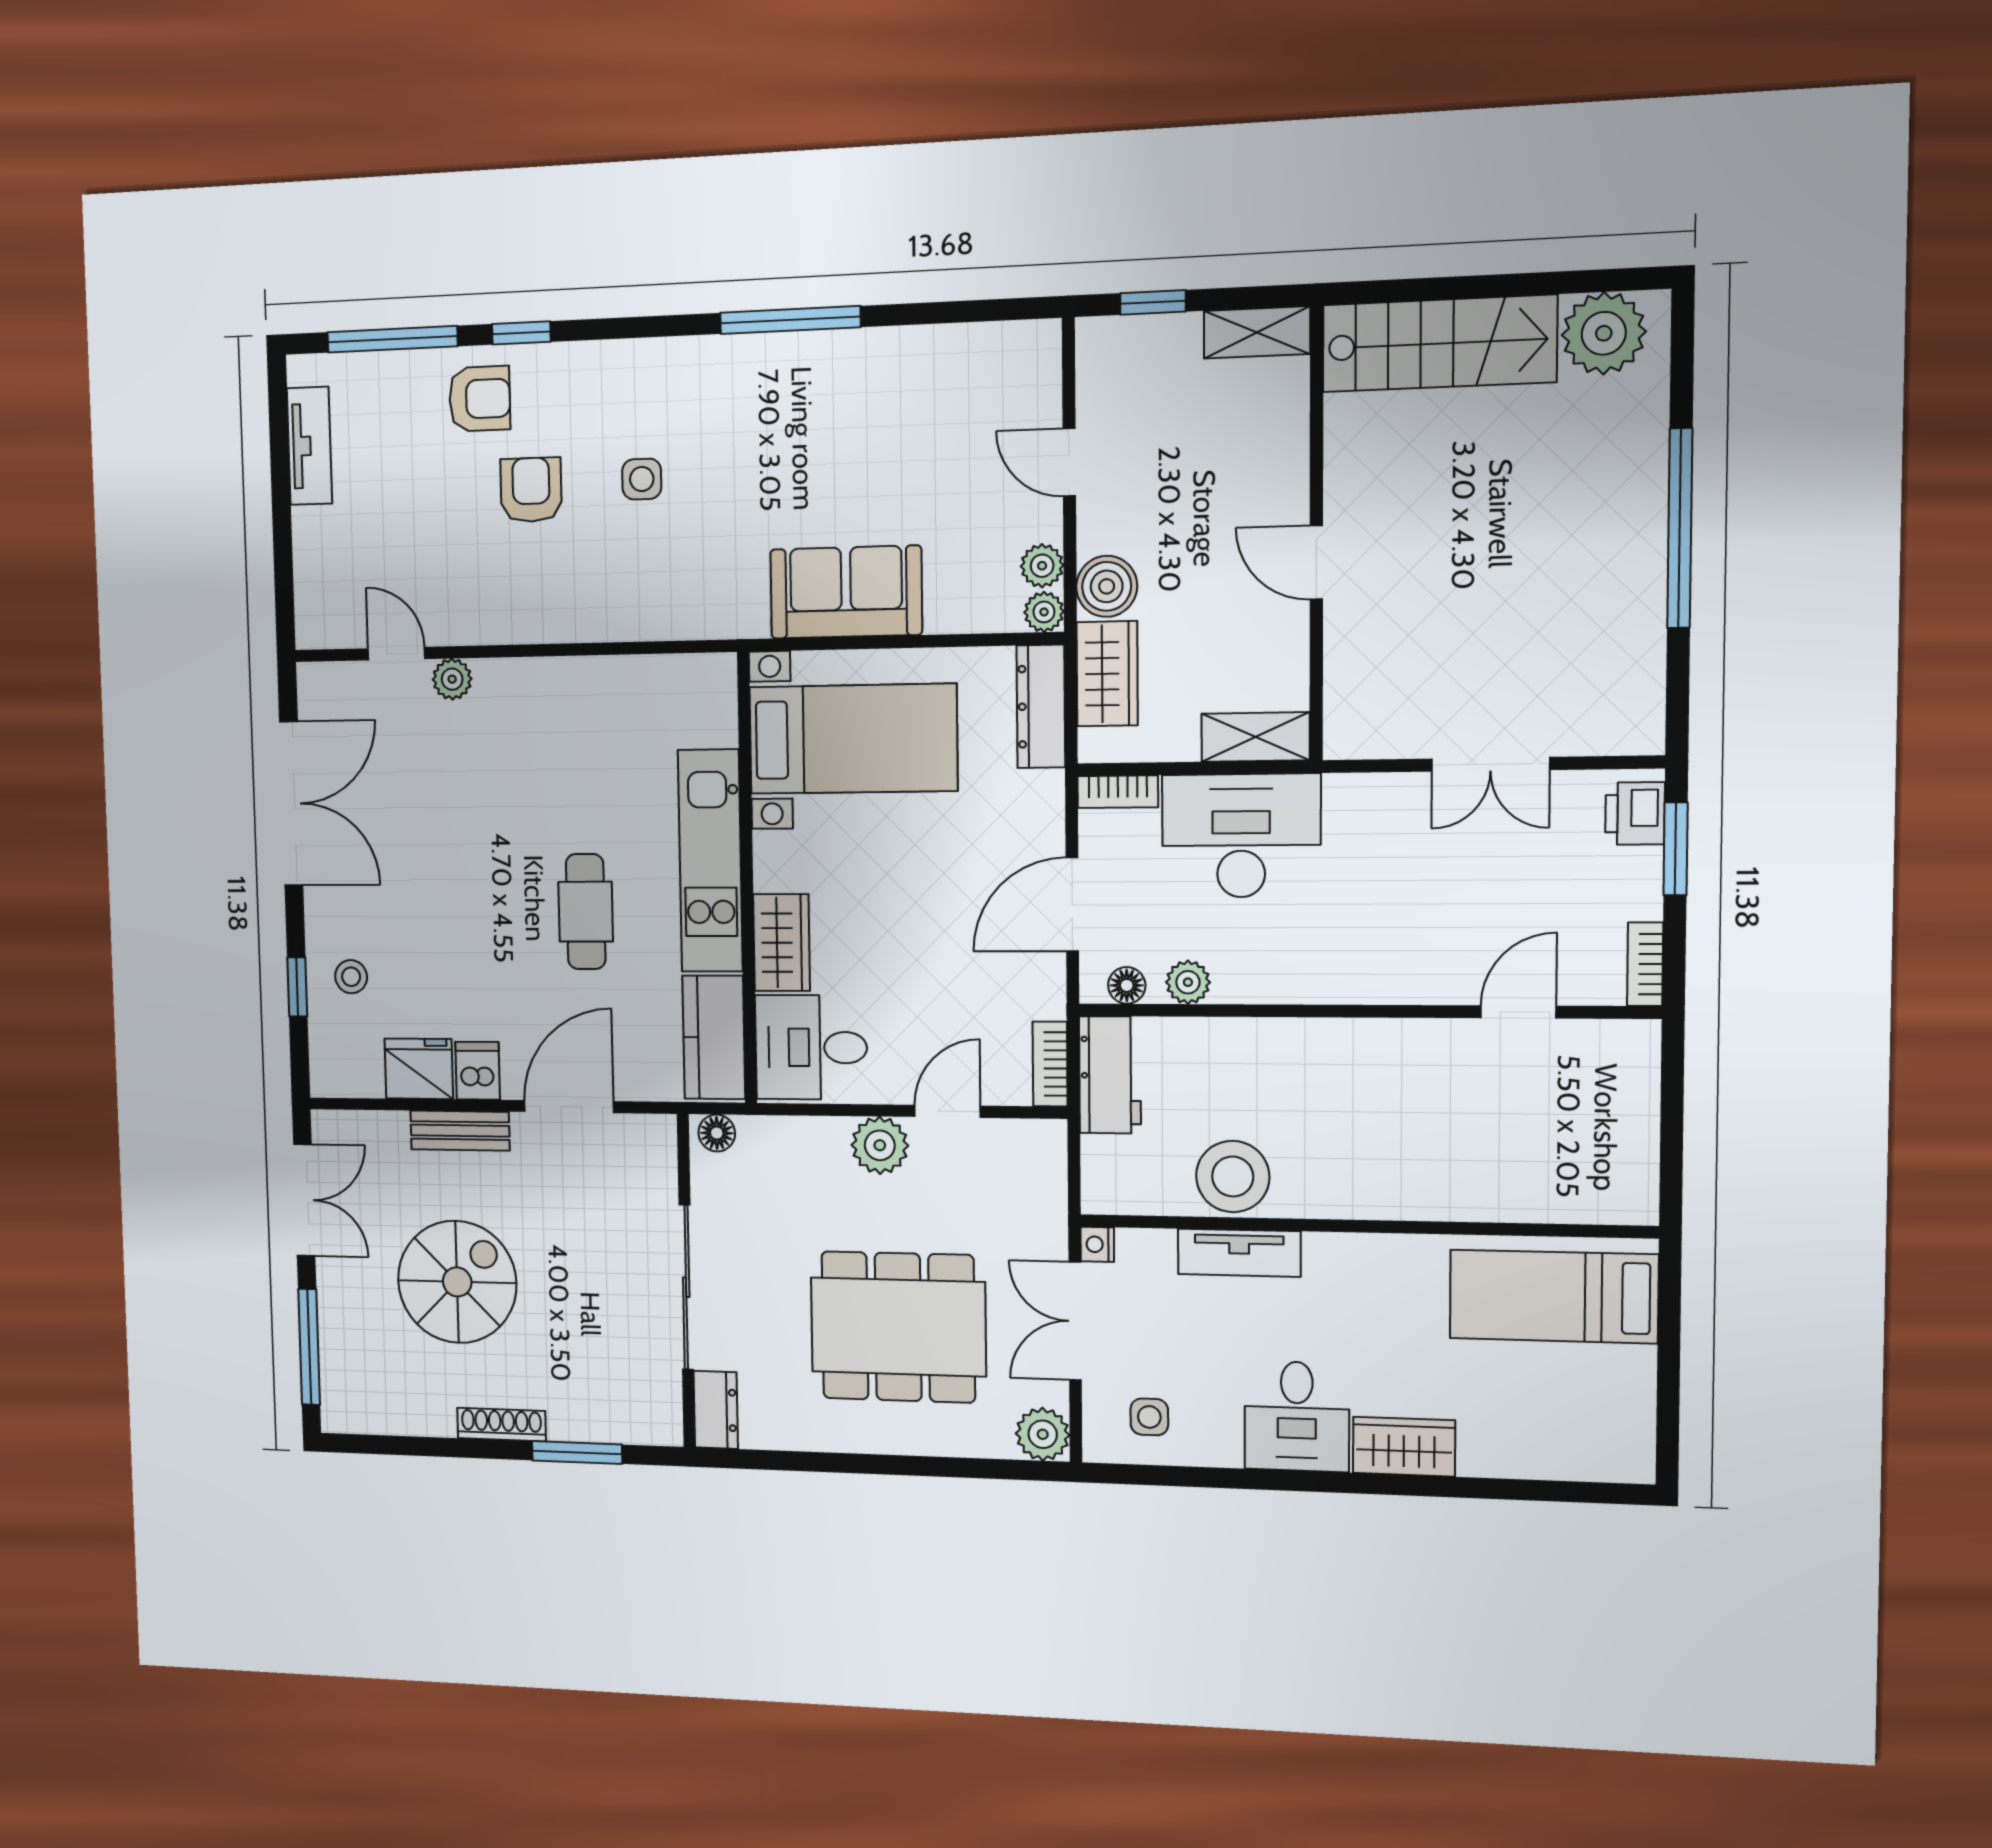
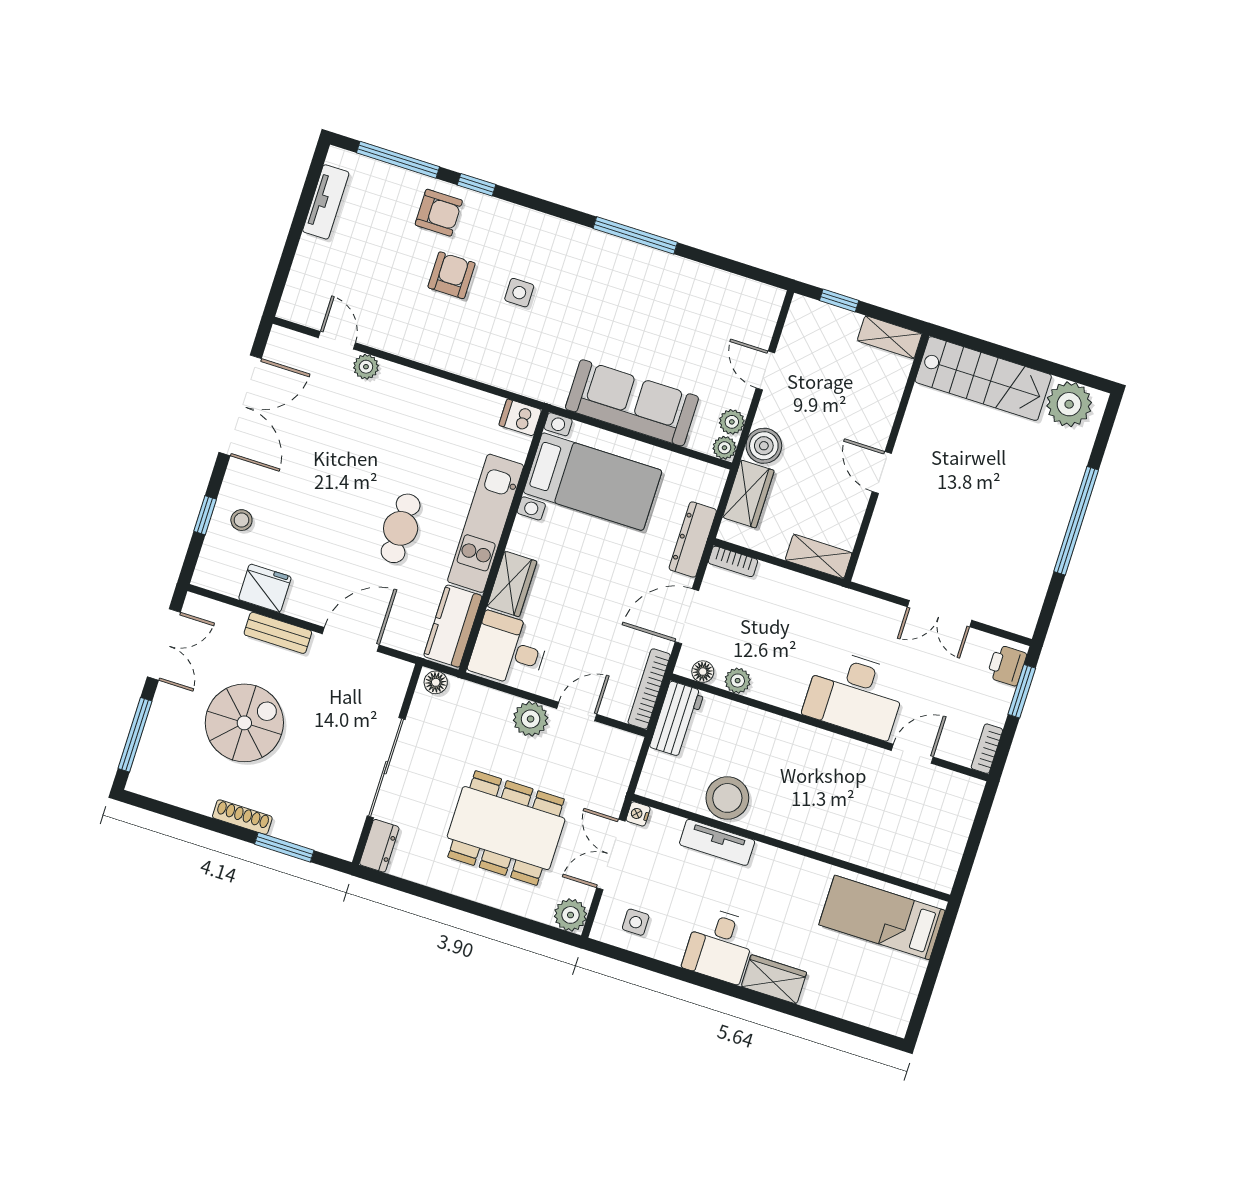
sofa: (846, 592) -> (632, 403), width x1.36
dresser: (1041, 706) -> (693, 540), moved
desk: (1241, 836) -> (855, 694), moved, turned 180
bookcase: (1050, 1064) -> (649, 689), width x1.56
dishwasher: (478, 1071) -> (520, 417), moved, turned -90

